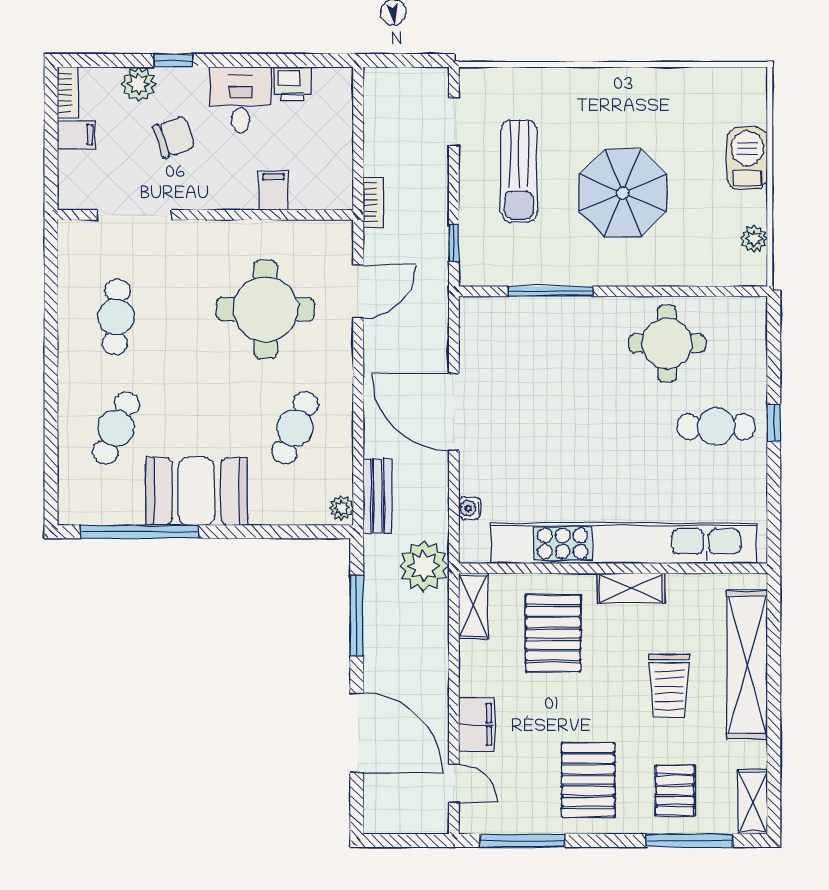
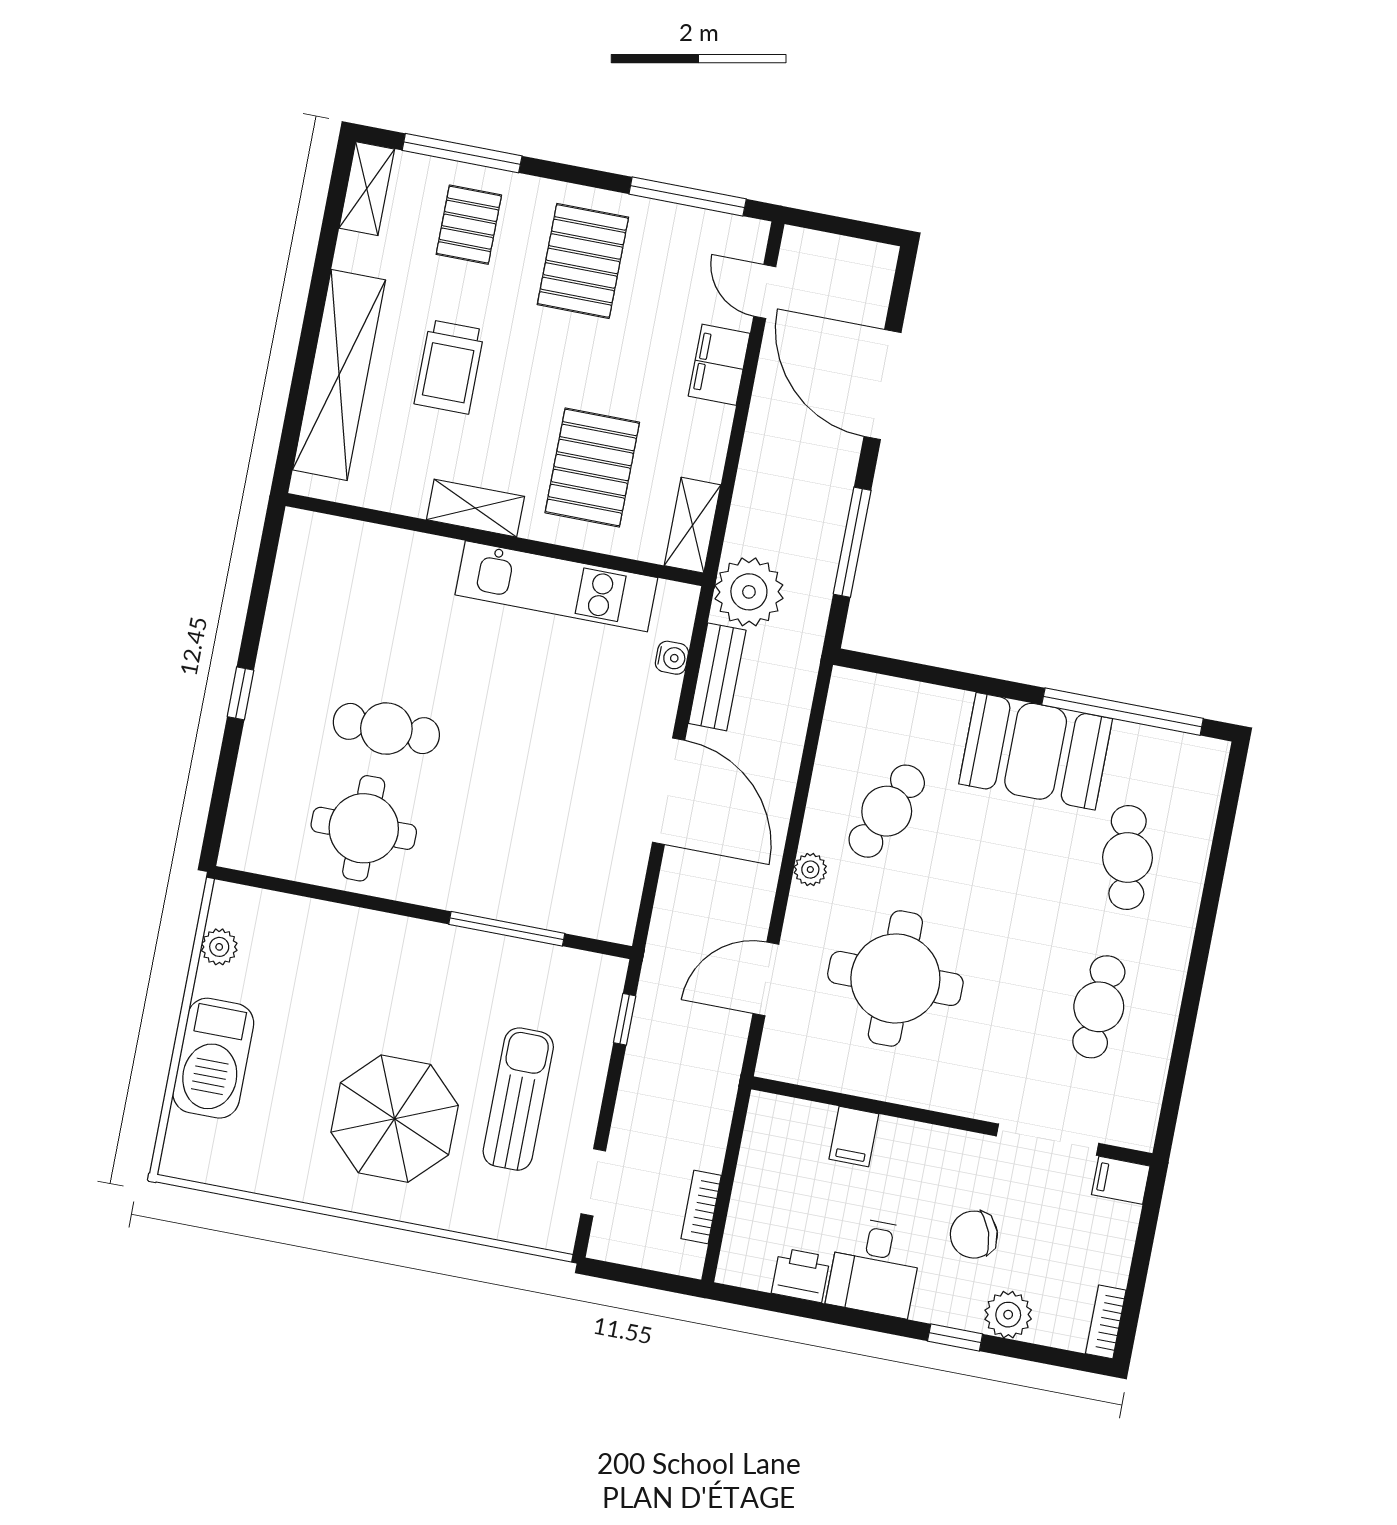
filing cabinet: (76, 135) -> (1121, 1180), moved
barbecue: (747, 158) -> (213, 1058), width x1.37, depth x1.21
parasol: (623, 193) -> (395, 1119), moved
bookcase: (373, 202) -> (701, 1207), moved
cafe table: (716, 427) -> (386, 729), moved
cafe table: (116, 428) -> (1128, 858), turned -33
bench: (377, 496) -> (717, 677), moved
plant: (341, 508) -> (810, 870), moved
kitchen unit: (624, 543) -> (556, 586), width x0.54
trolley: (669, 686) -> (449, 367), turned 180

